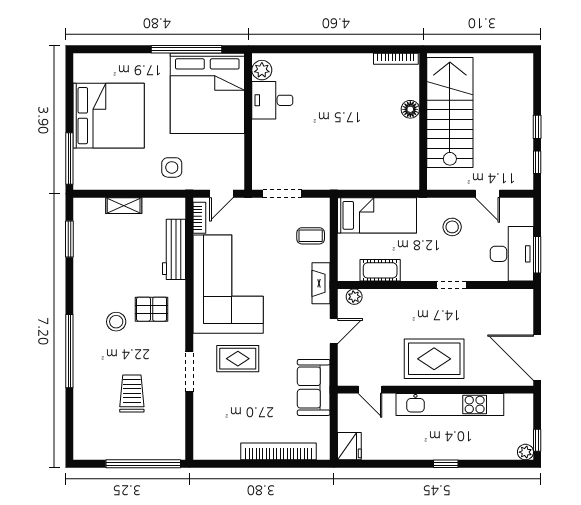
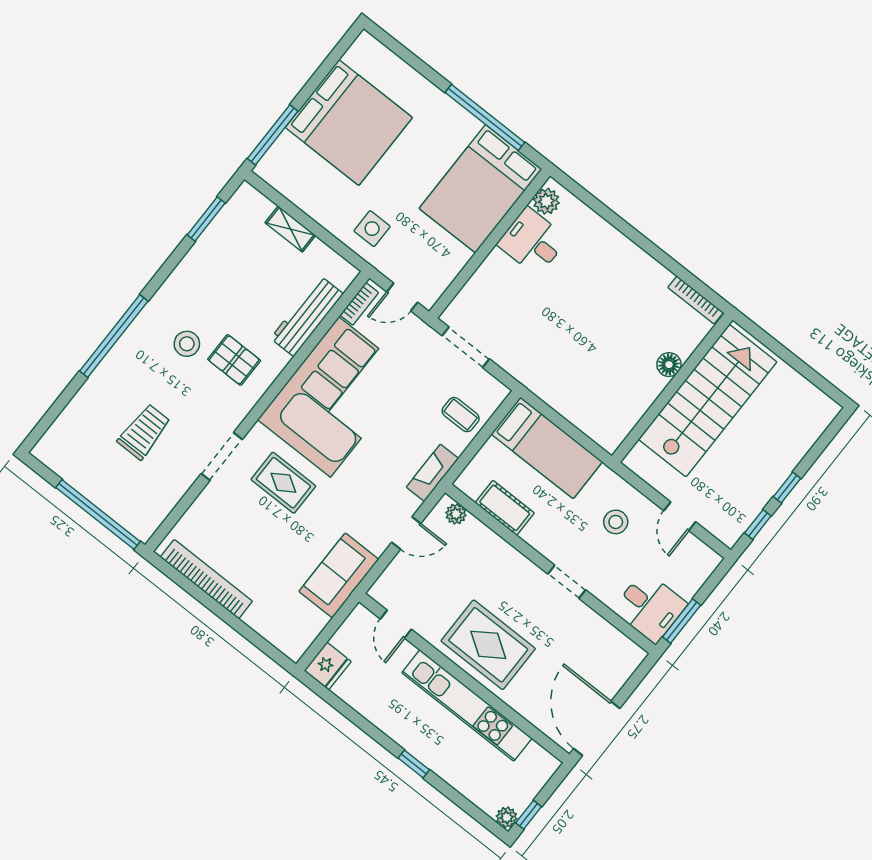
bed: (207, 93) -> (481, 189), width x0.73
desk: (512, 254) -> (650, 607), width x0.73
bookcase: (278, 451) -> (206, 579), moved

